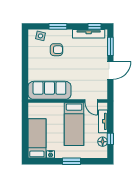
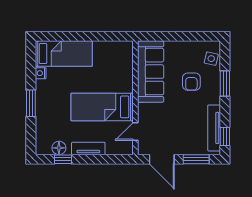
sofa: (49, 90) -> (151, 72), moved
wall: (68, 101) -> (135, 98), moved
door: (91, 101) -> (135, 132), moved
bed: (74, 124) -> (102, 107), moved

